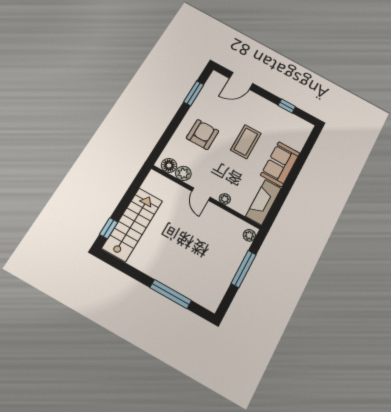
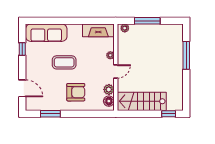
armchair: (203, 135) -> (76, 92), turned 180
sofa: (280, 164) -> (46, 33), moved, width x1.36
stairs: (132, 224) -> (142, 101), moved

